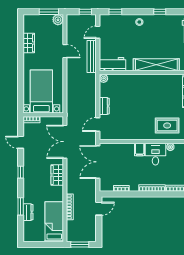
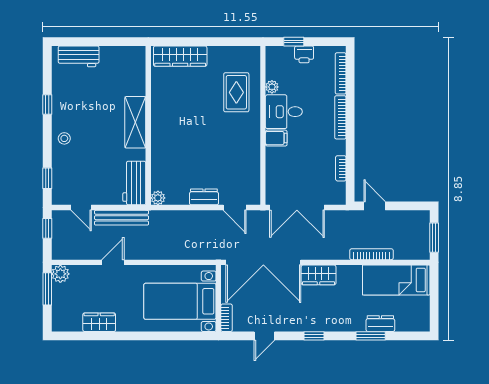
shelving: (156, 65) -> (135, 122), width x0.68
double door: (65, 142) -> (263, 262), width x1.36

